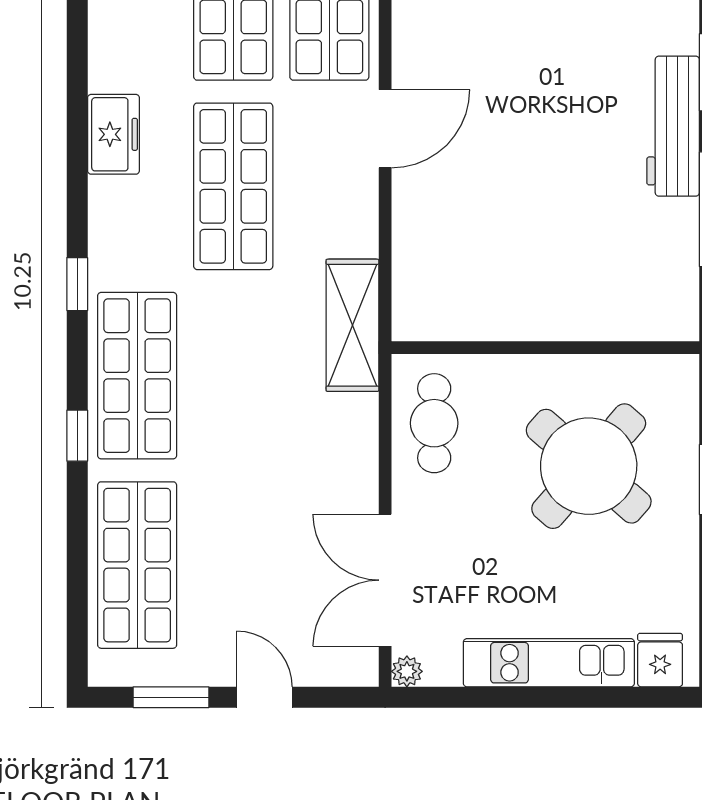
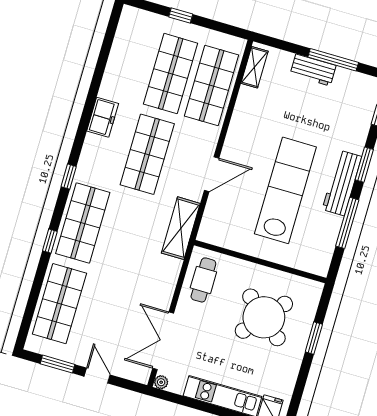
door: (385, 129) -> (212, 174), moved
lab bench: (555, 178) -> (285, 190), added

